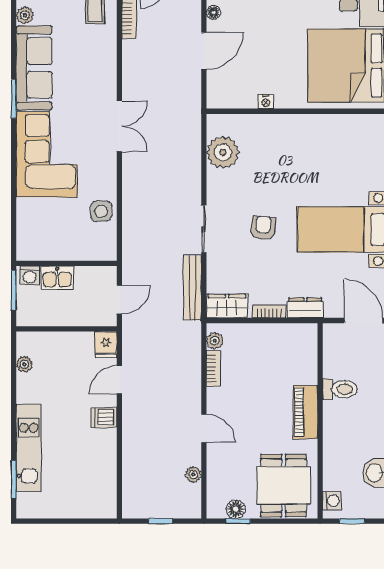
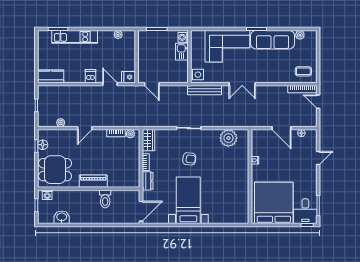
wall: (67, 263) -> (189, 57), moved
washing machine: (30, 276) -> (183, 37), moved
kitchen sink: (57, 278) -> (182, 52), moved
bench: (192, 288) -> (204, 90), moved
kitchen counter: (104, 494) -> (51, 76), added

